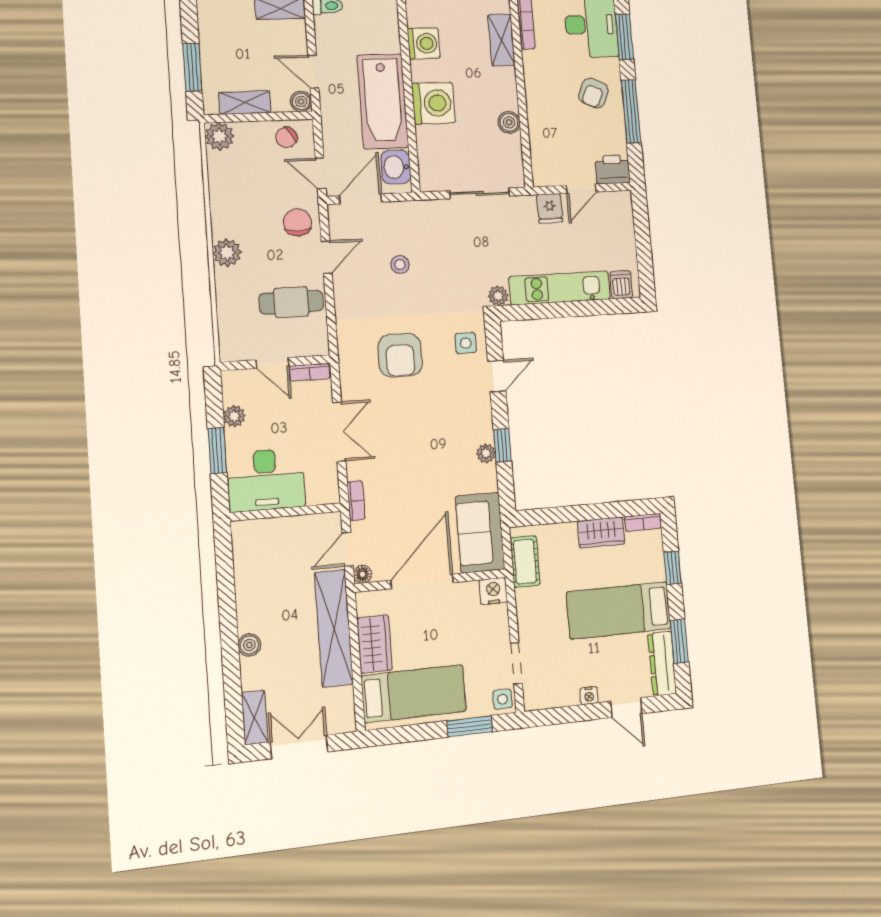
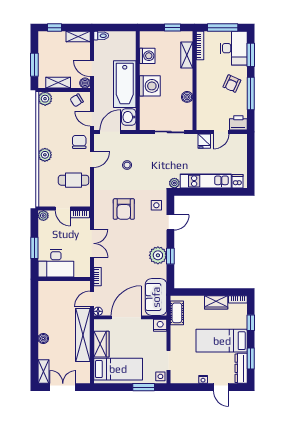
plant: (234, 416) -> (43, 216), moved
plant: (486, 453) -> (158, 255), width x1.87, depth x1.87

